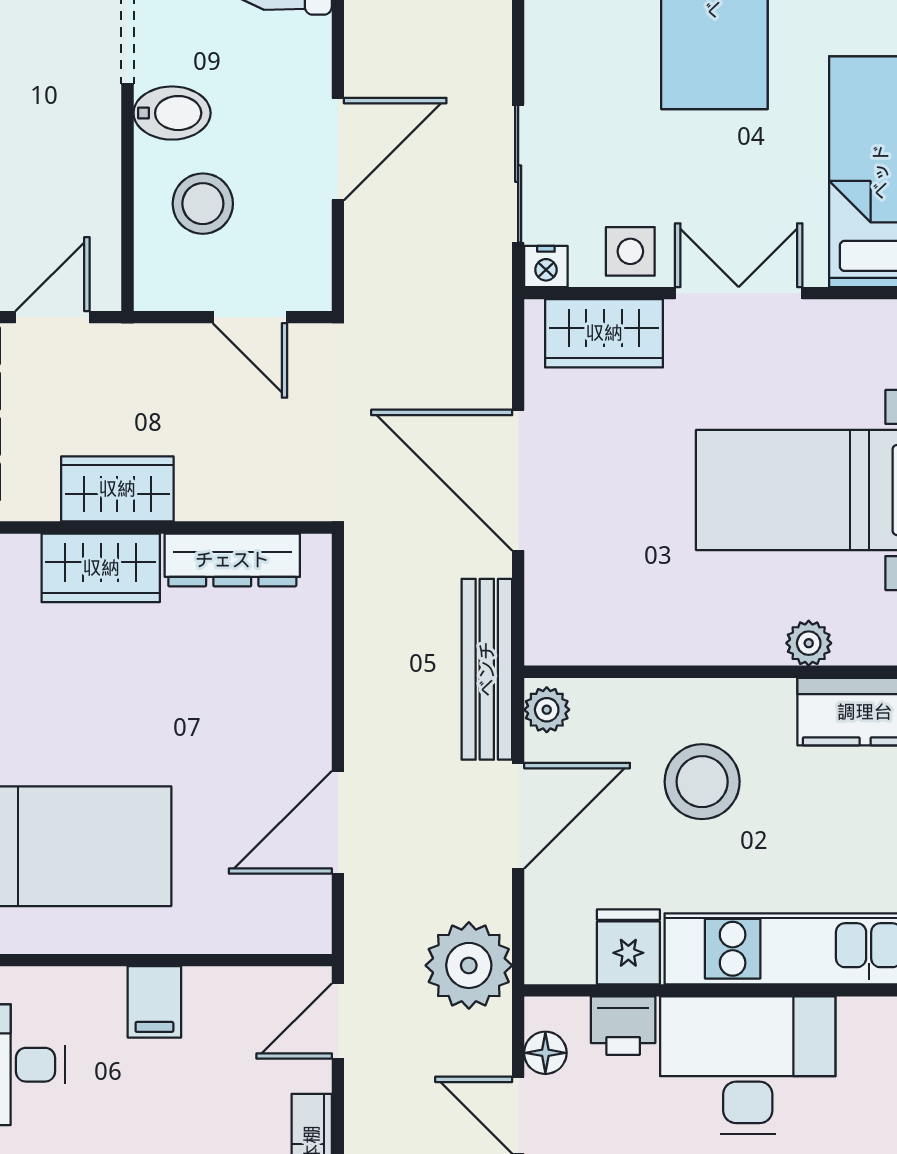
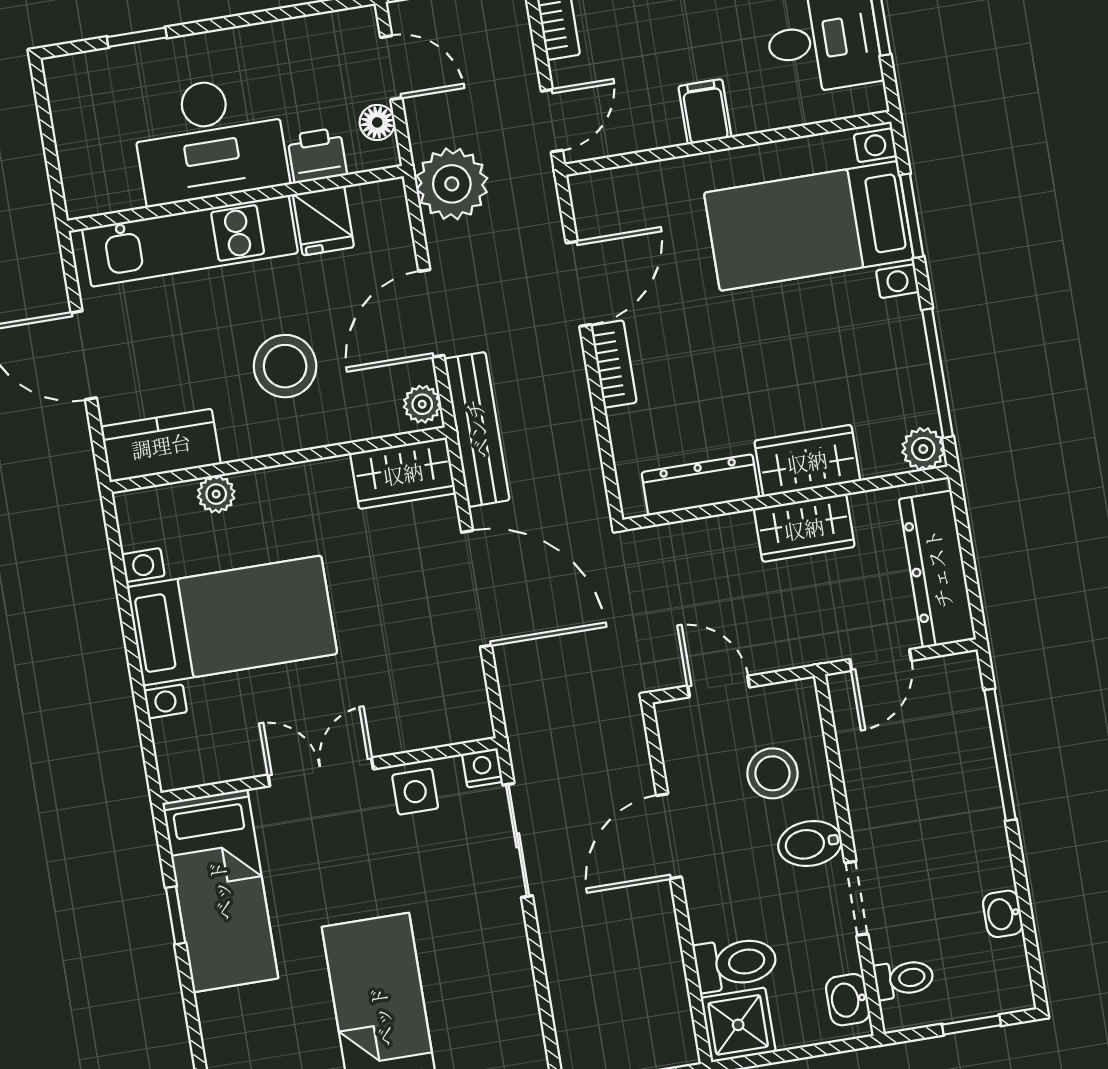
double door: (739, 293) -> (321, 772), swing flipped
wardrobe: (604, 333) -> (403, 473), moved, turned 180
bookcase: (312, 720) -> (614, 364), added

